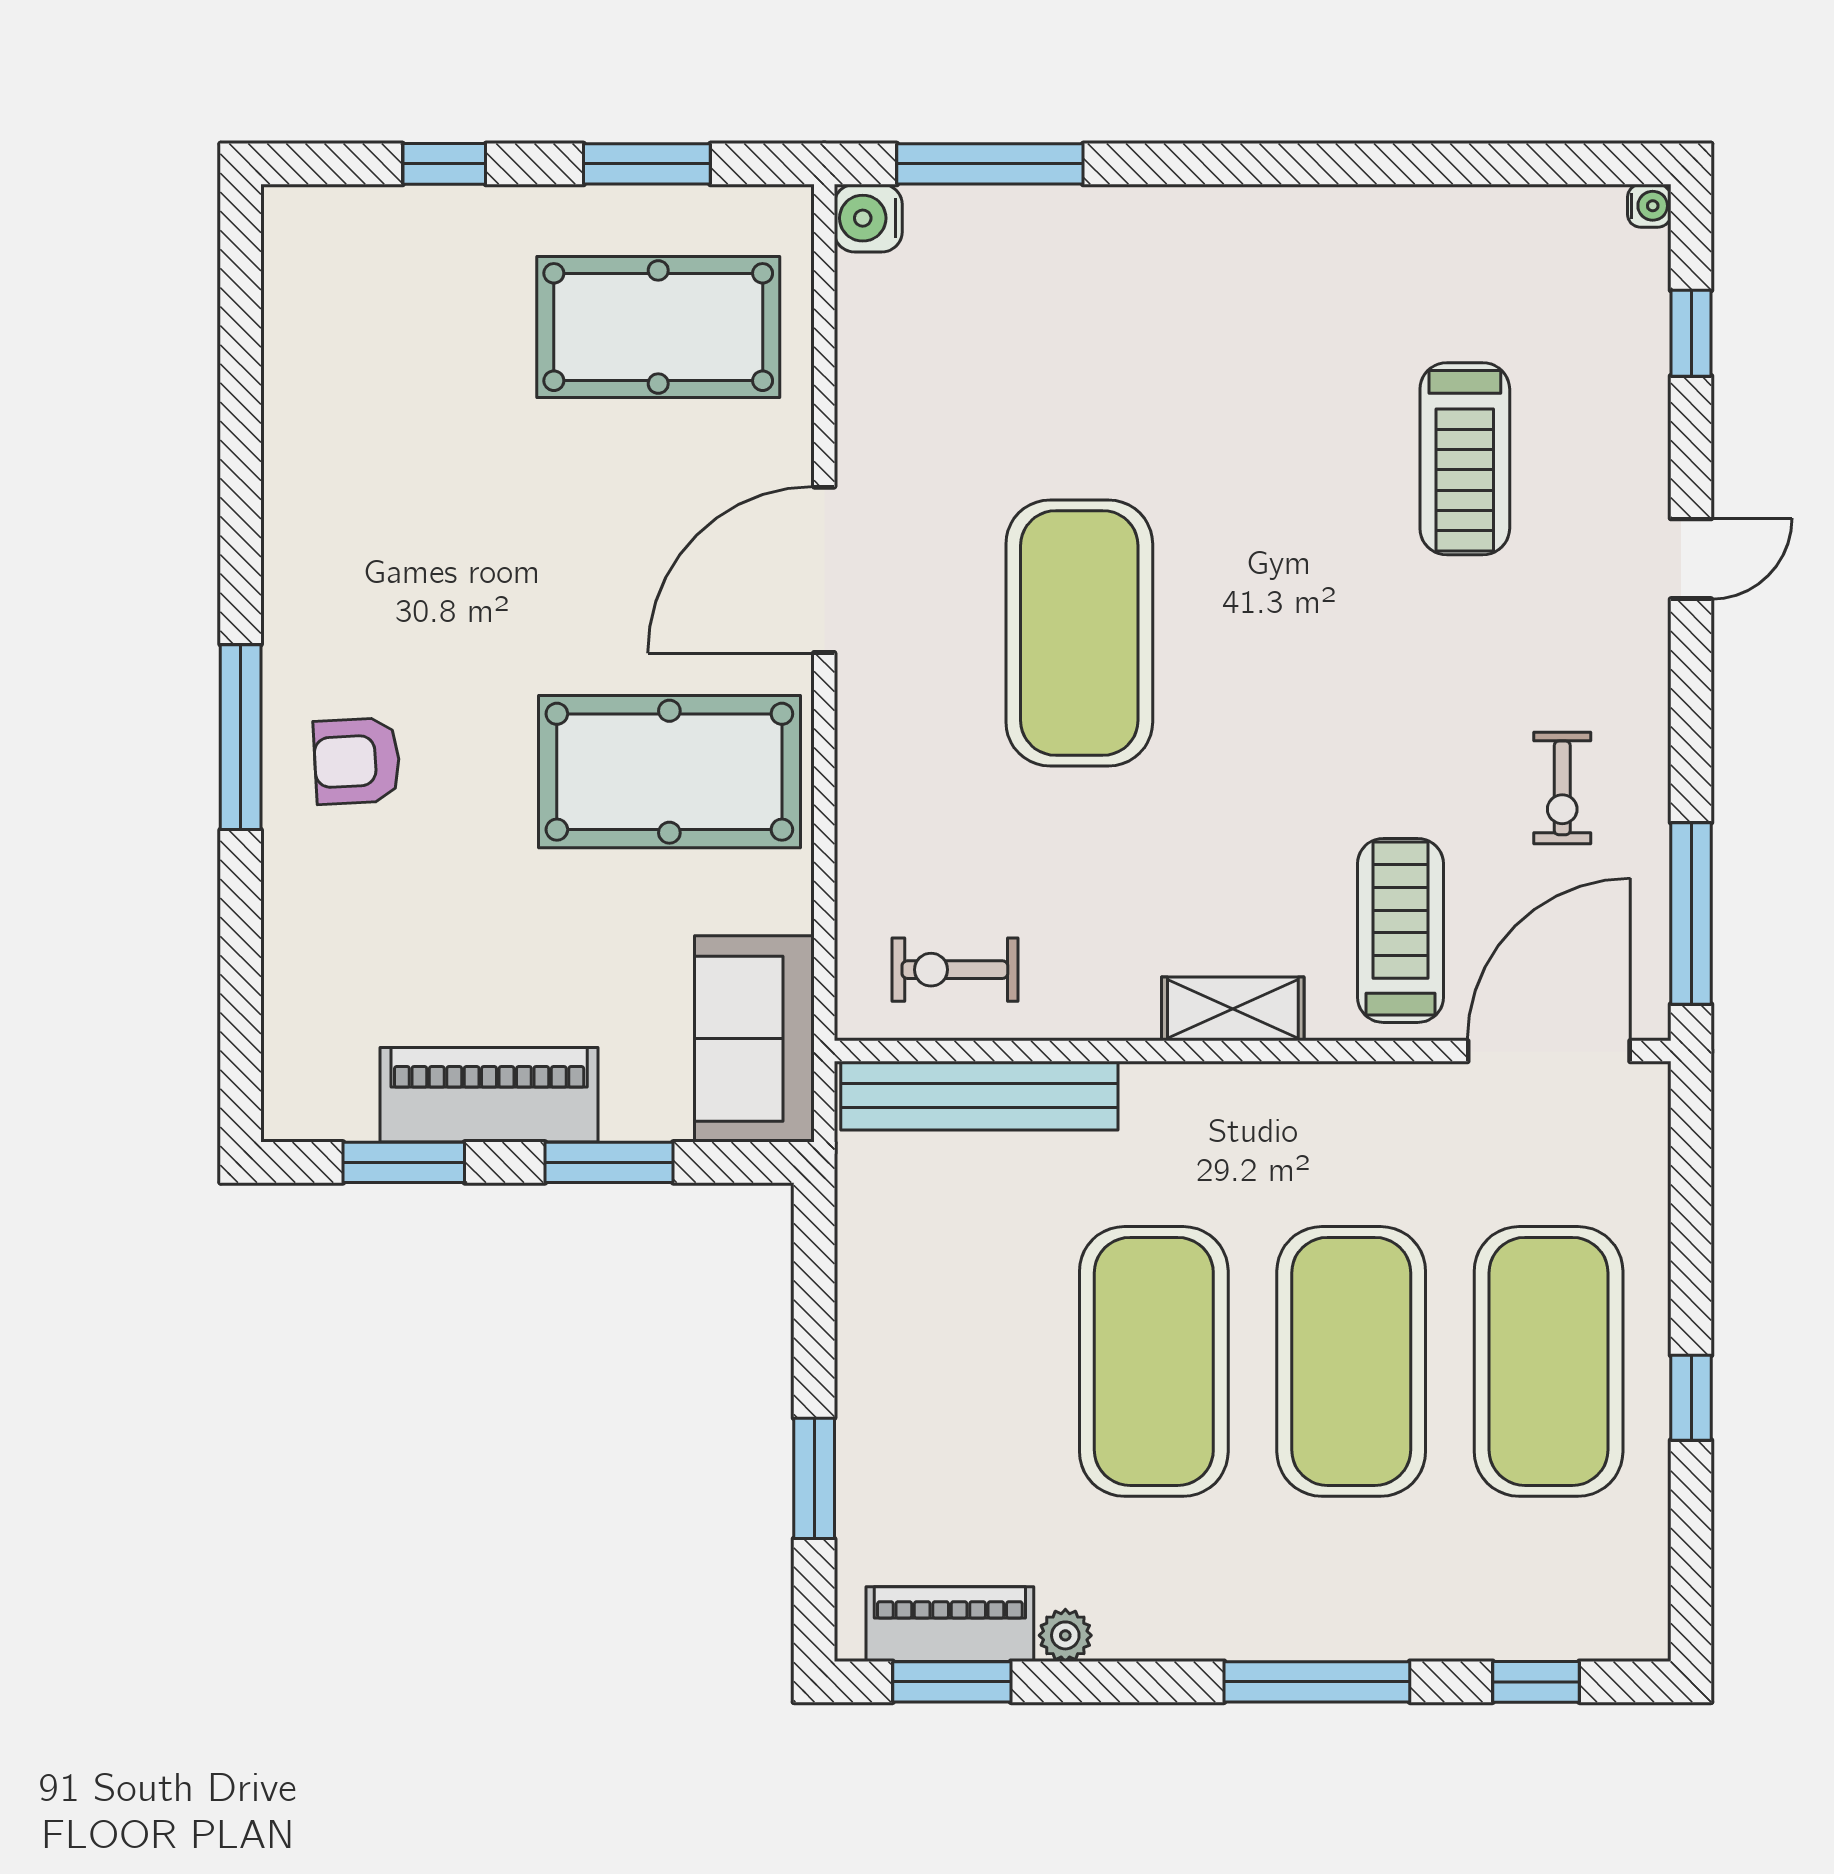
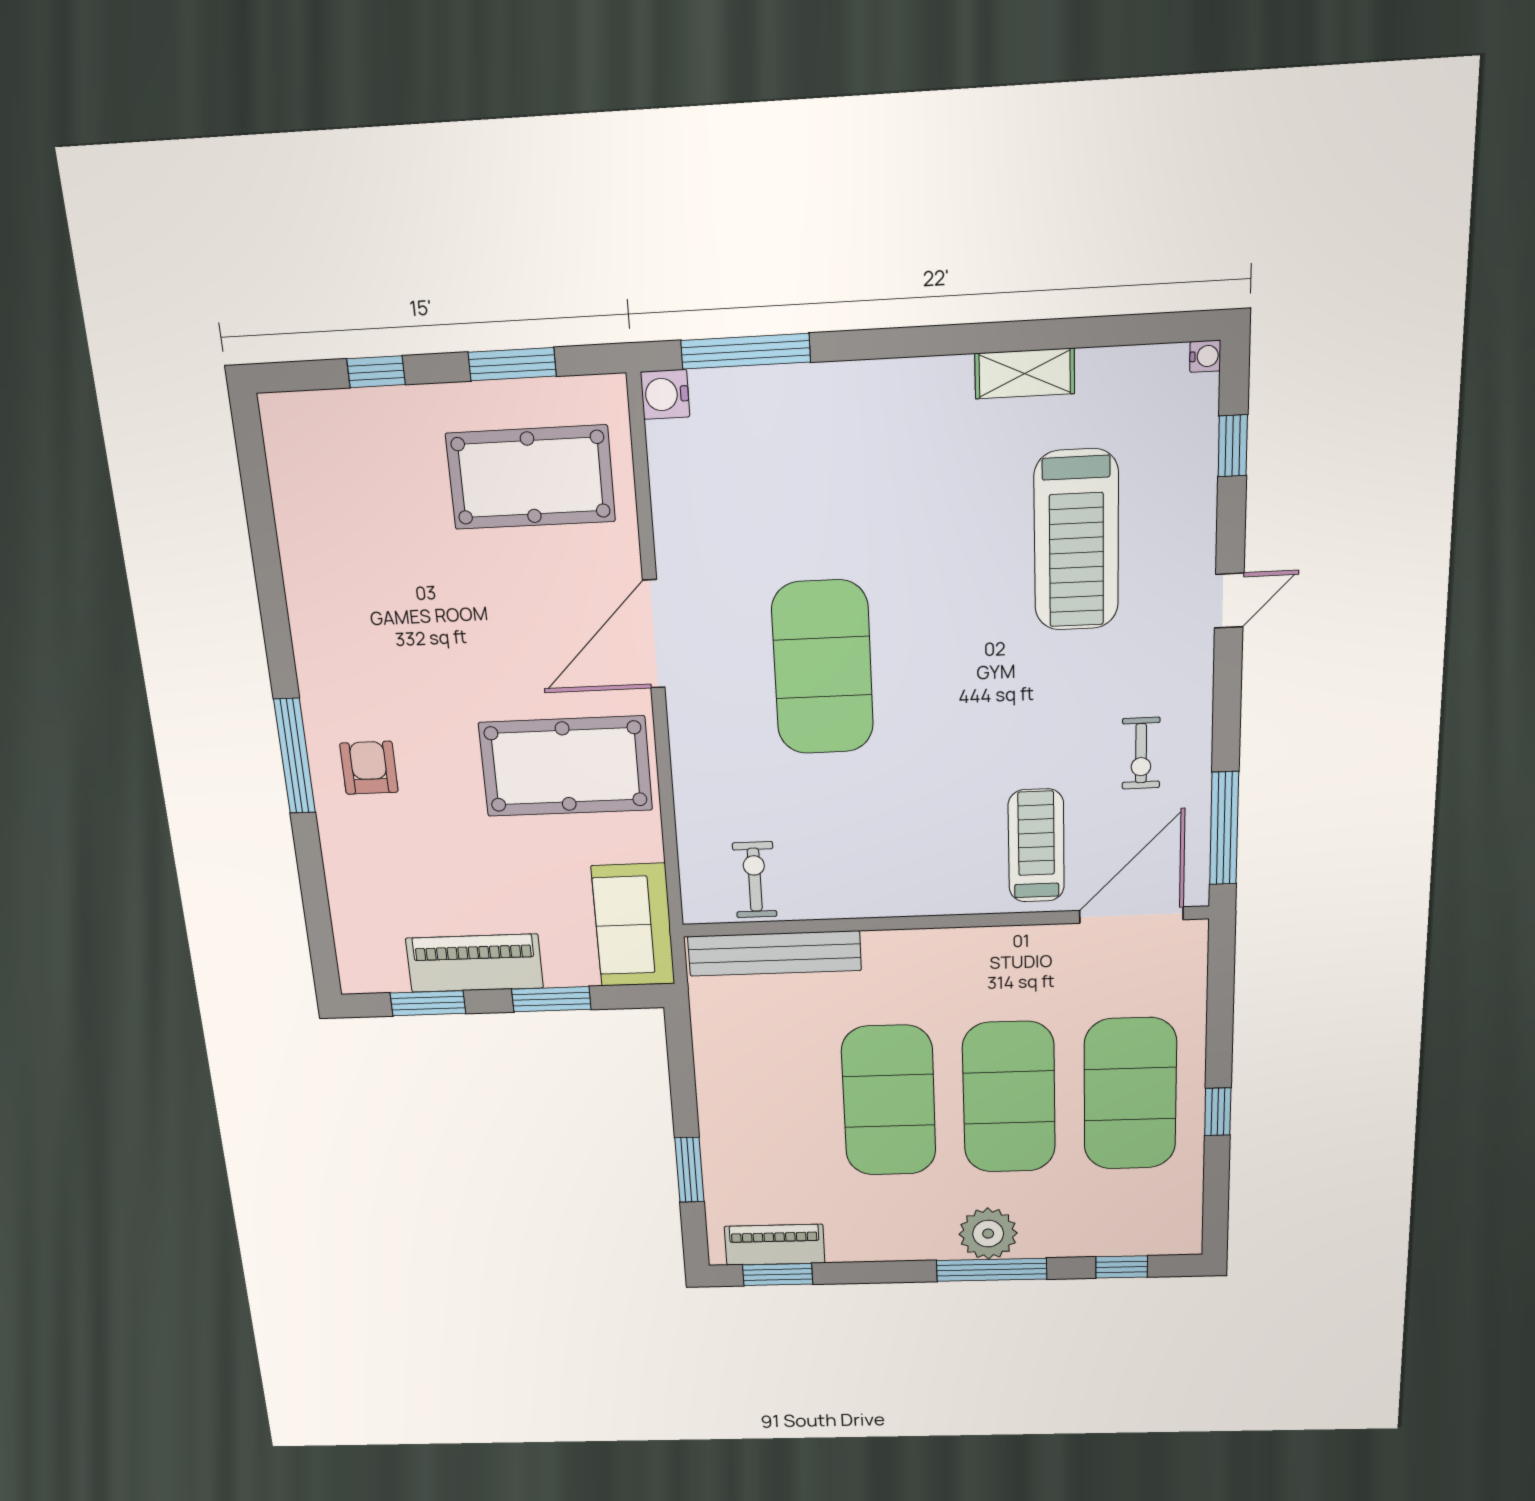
treadmill: (1465, 459) -> (1076, 540), width x1.37, depth x1.38
armchair: (357, 761) -> (369, 768), turned 93
exercise bike: (955, 970) -> (755, 880), turned 90
shelving: (1233, 1009) -> (1025, 374), moved
plant: (1065, 1635) -> (988, 1234), moved, width x1.88, depth x1.88

